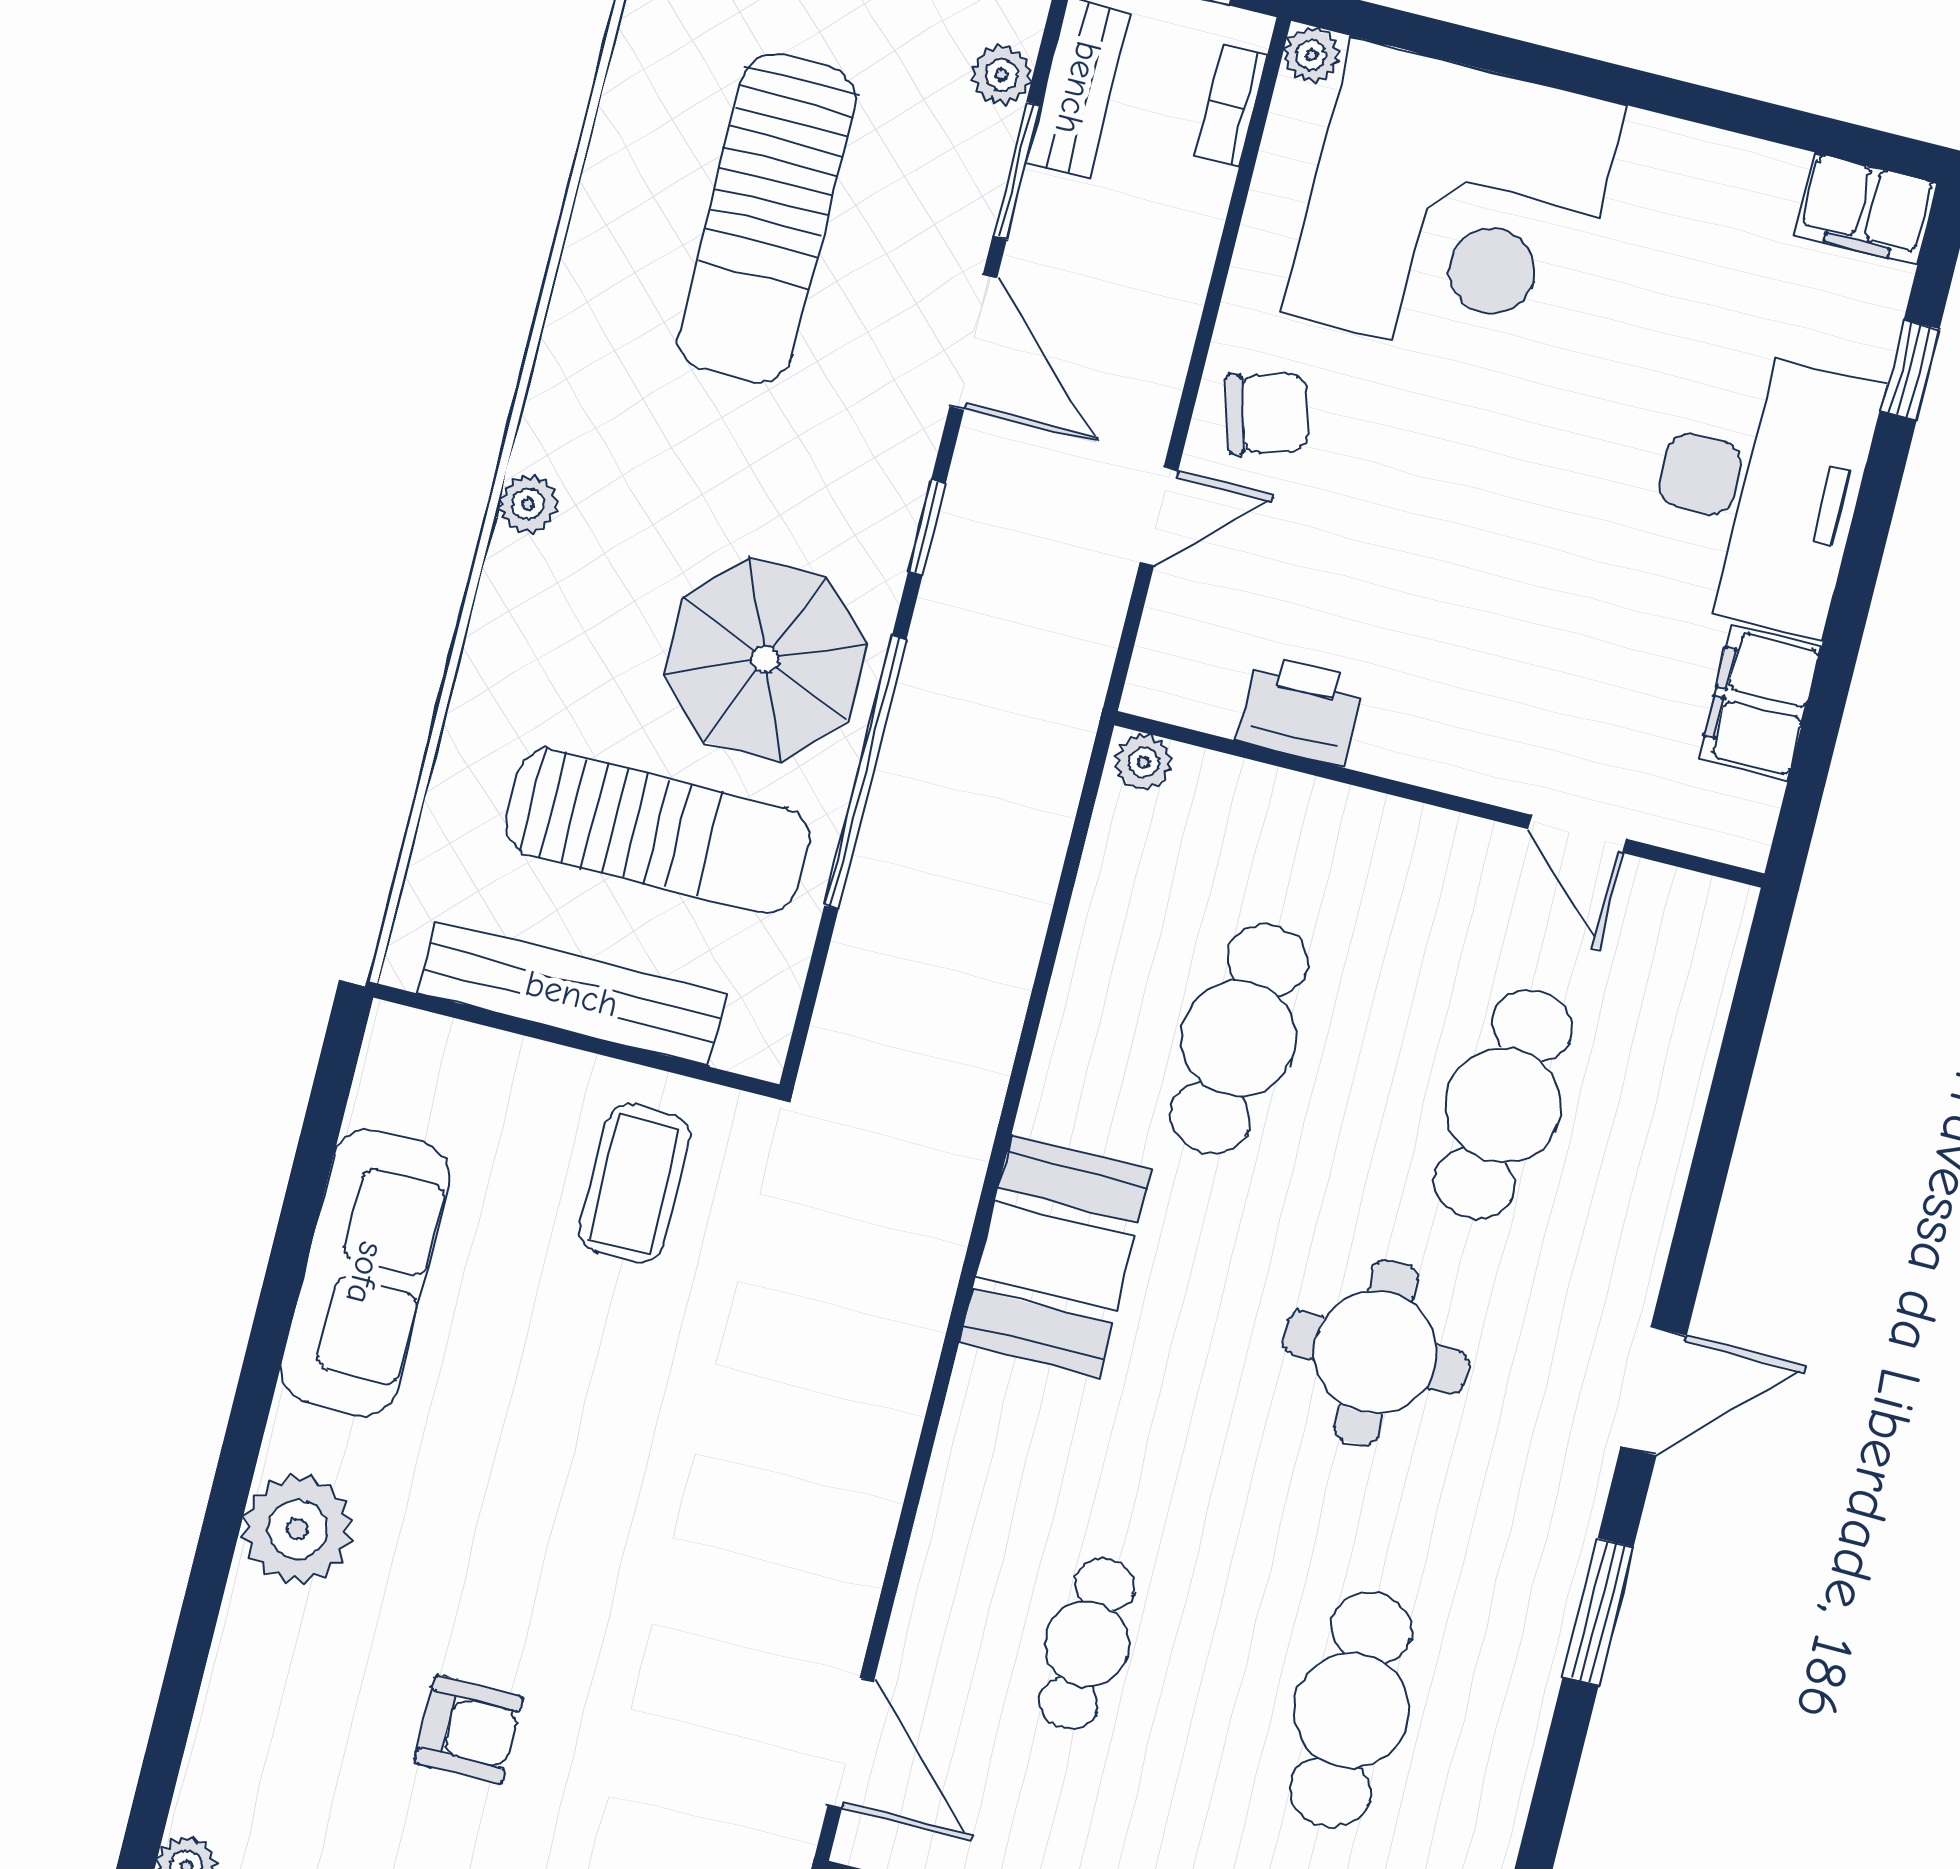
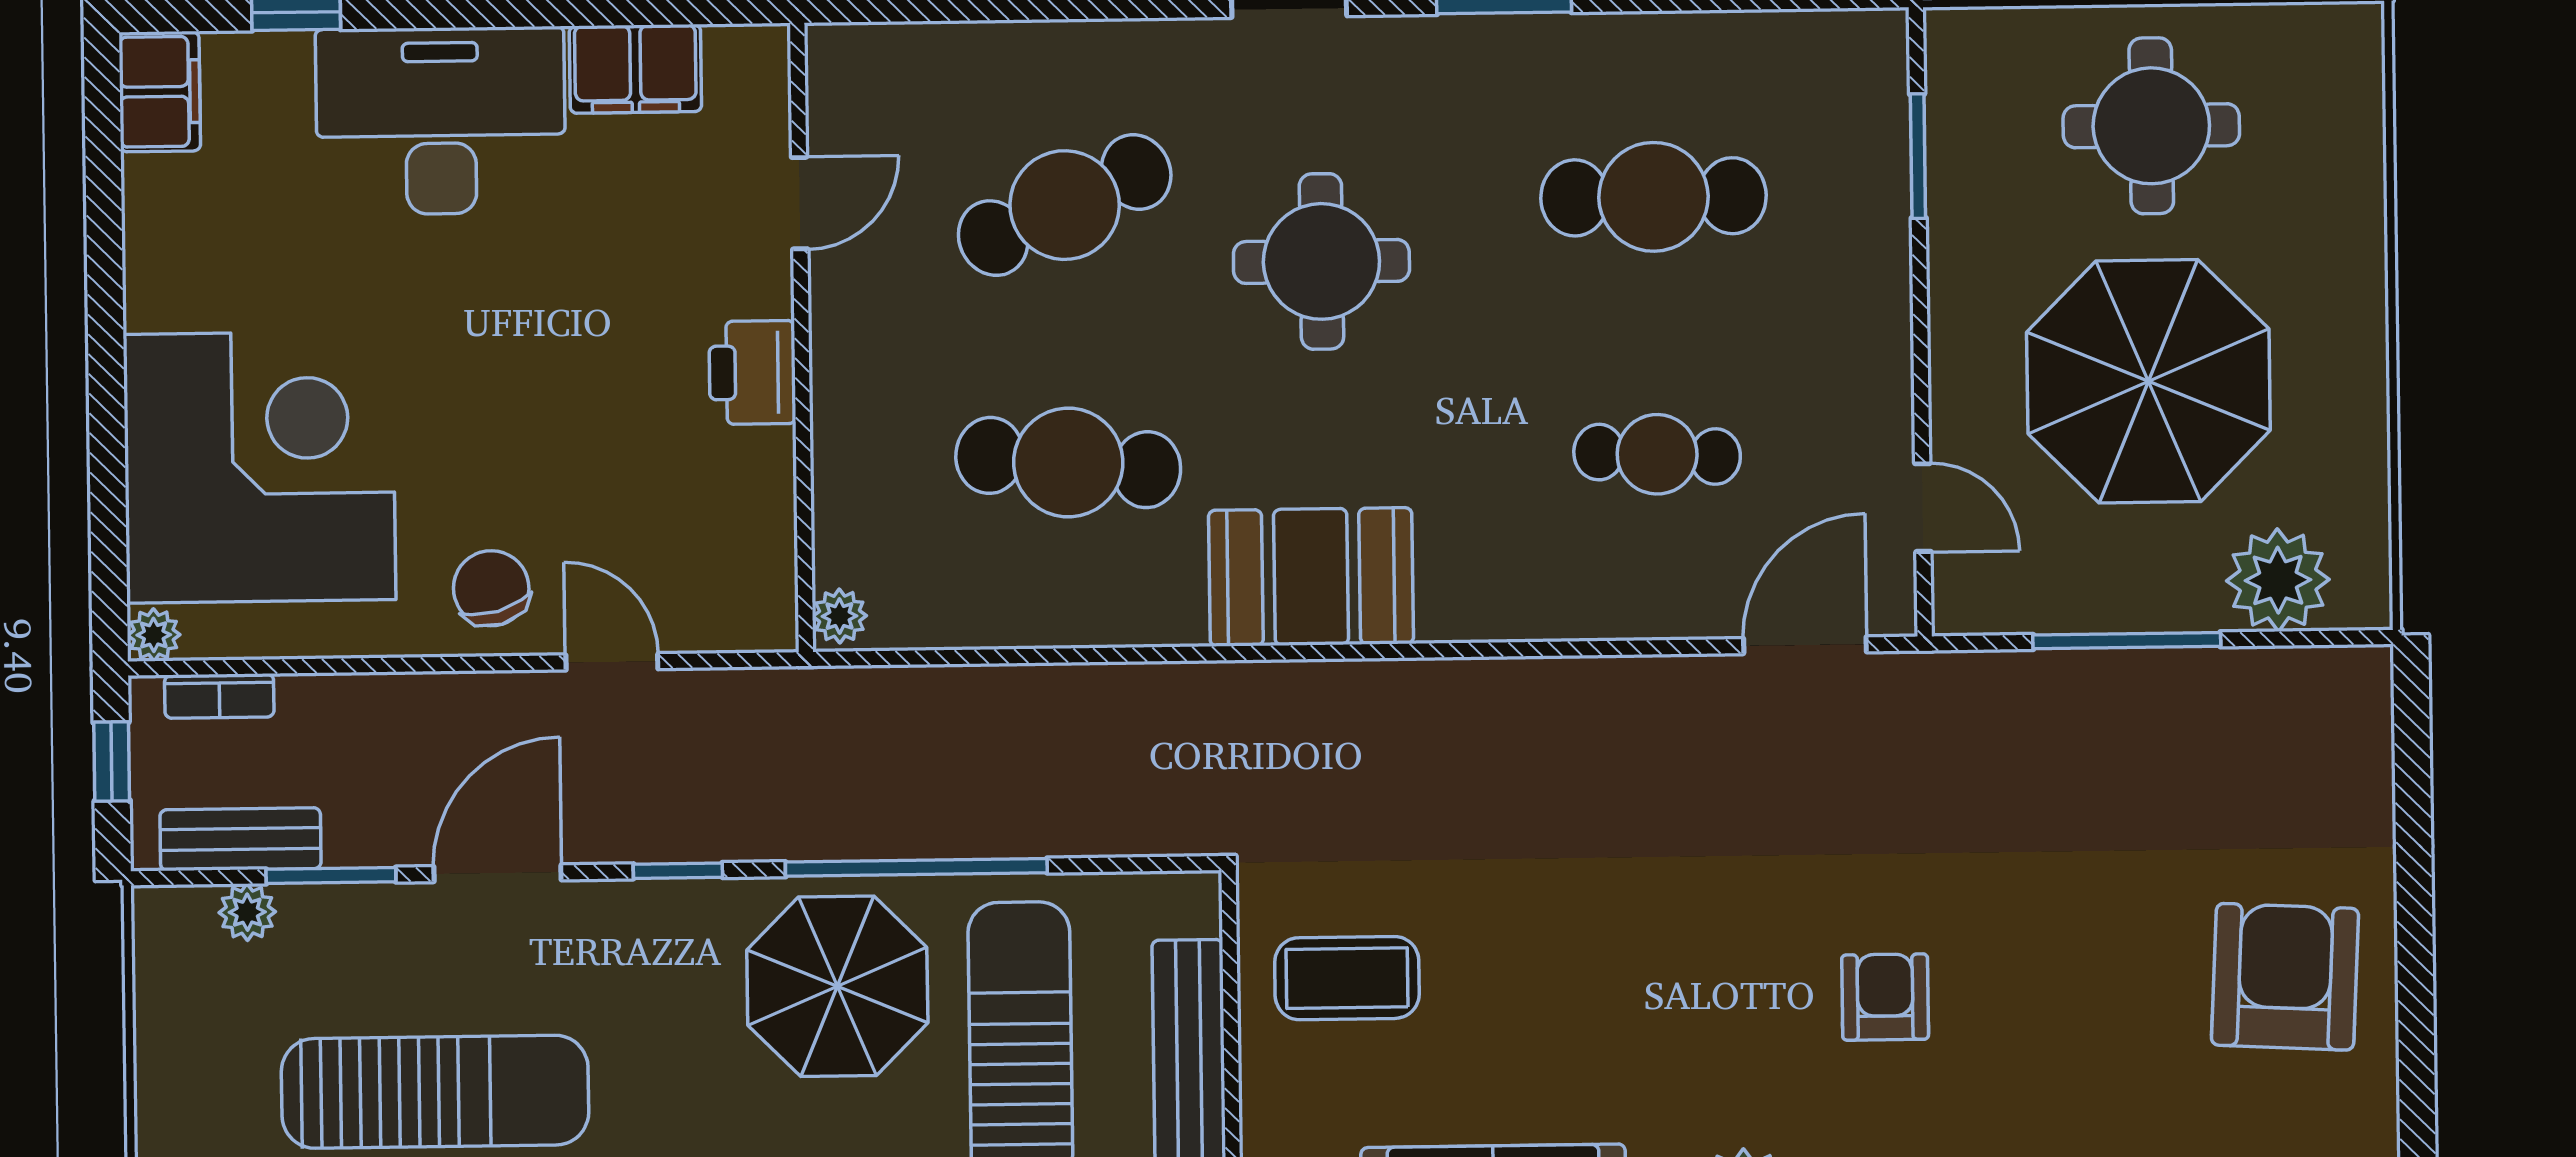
printer: (1300, 710) -> (752, 372), moved
cafe table: (1503, 1105) -> (1065, 205), turned -30

